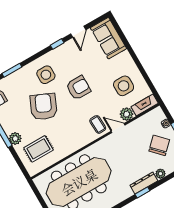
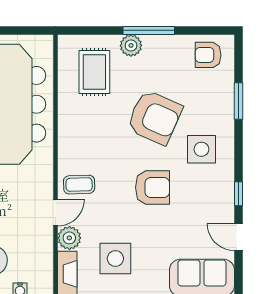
armchair: (78, 88) -> (153, 187), turned -90

